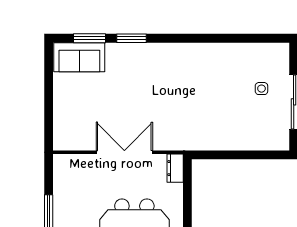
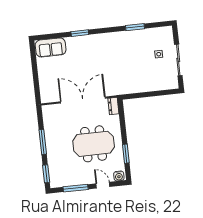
window: (89, 38) -> (135, 27), moved
double door: (124, 152) -> (83, 100), width x1.36

